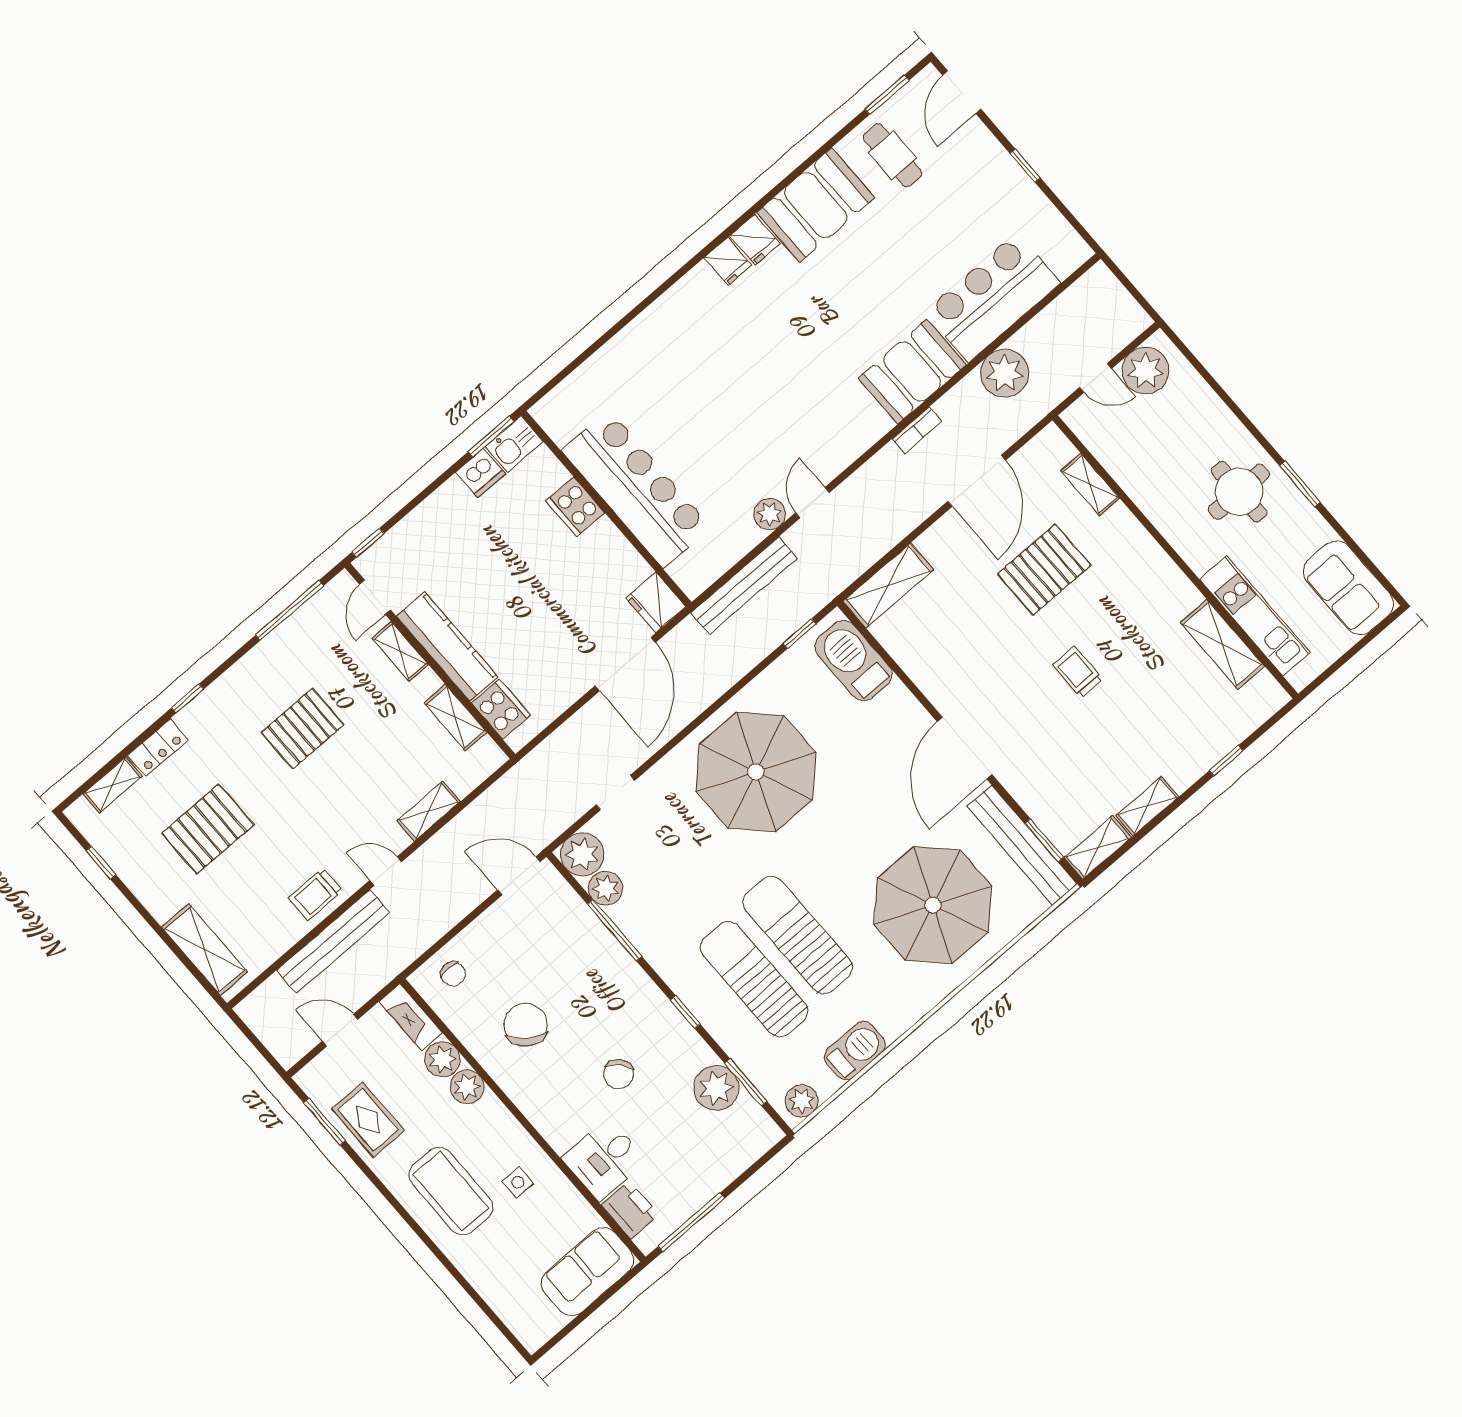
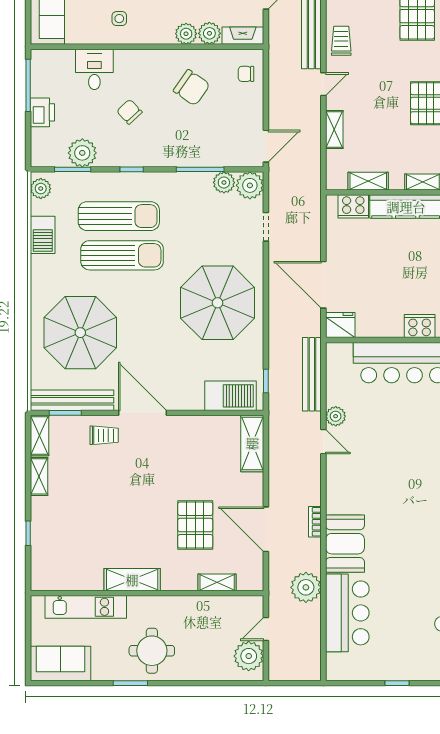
shelving: (1222, 644) -> (132, 580), moved
trolley: (1078, 672) -> (104, 435), moved
printer: (630, 1210) -> (42, 112), moved, turned -90

